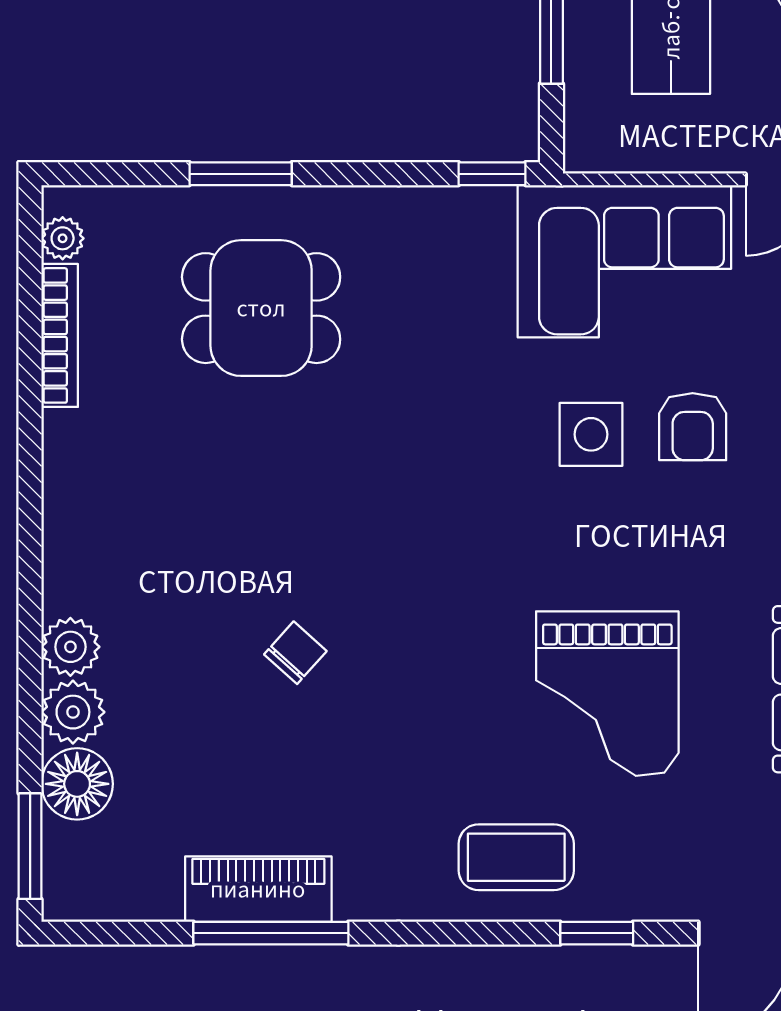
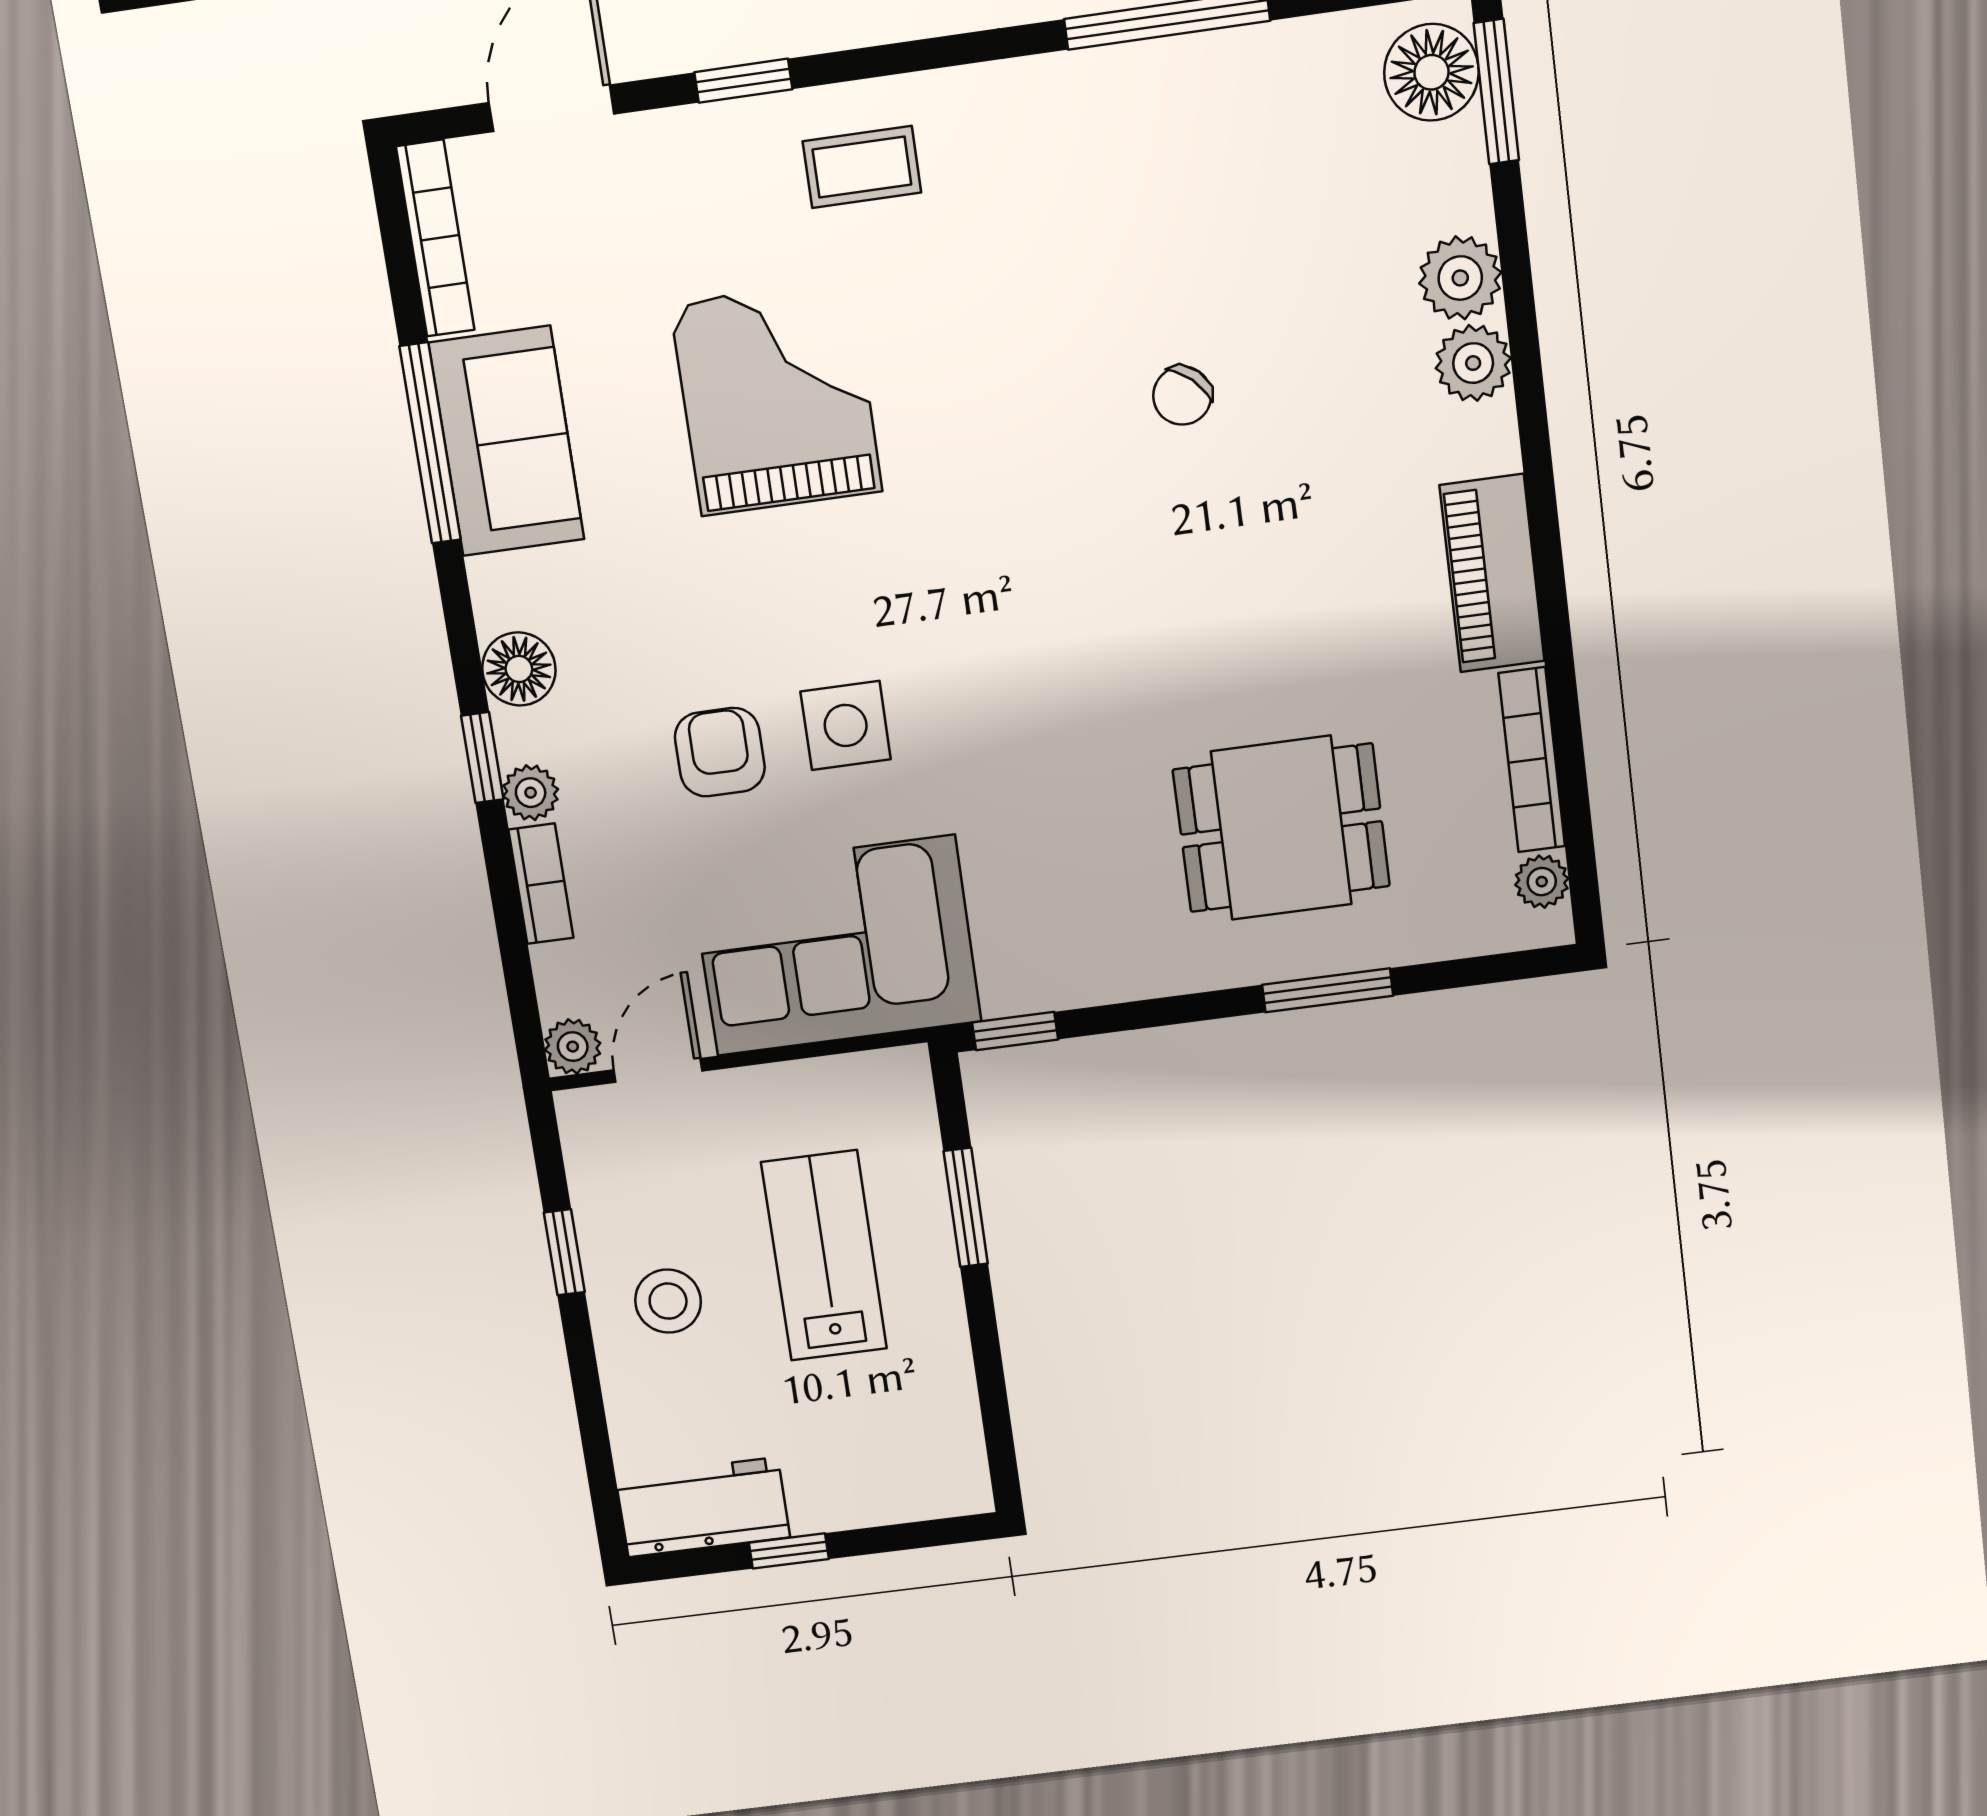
floor lamp: (77, 784) -> (1431, 72), moved
coffee table: (516, 857) -> (862, 167), width x0.73, depth x0.77
piano: (258, 889) -> (1492, 573), moved, turned 90

